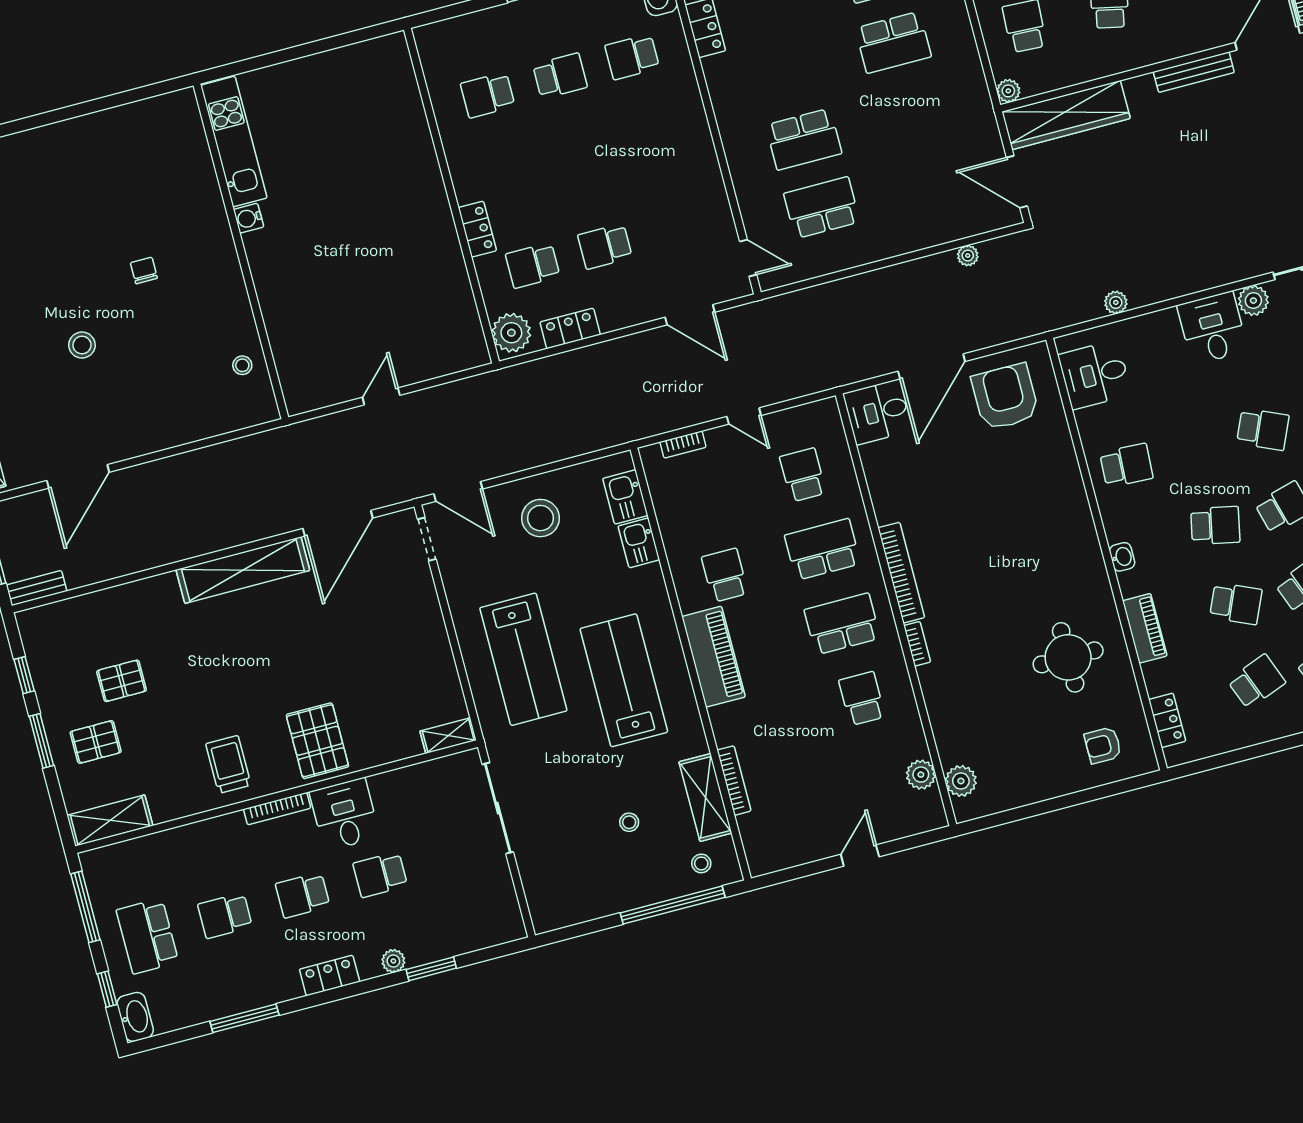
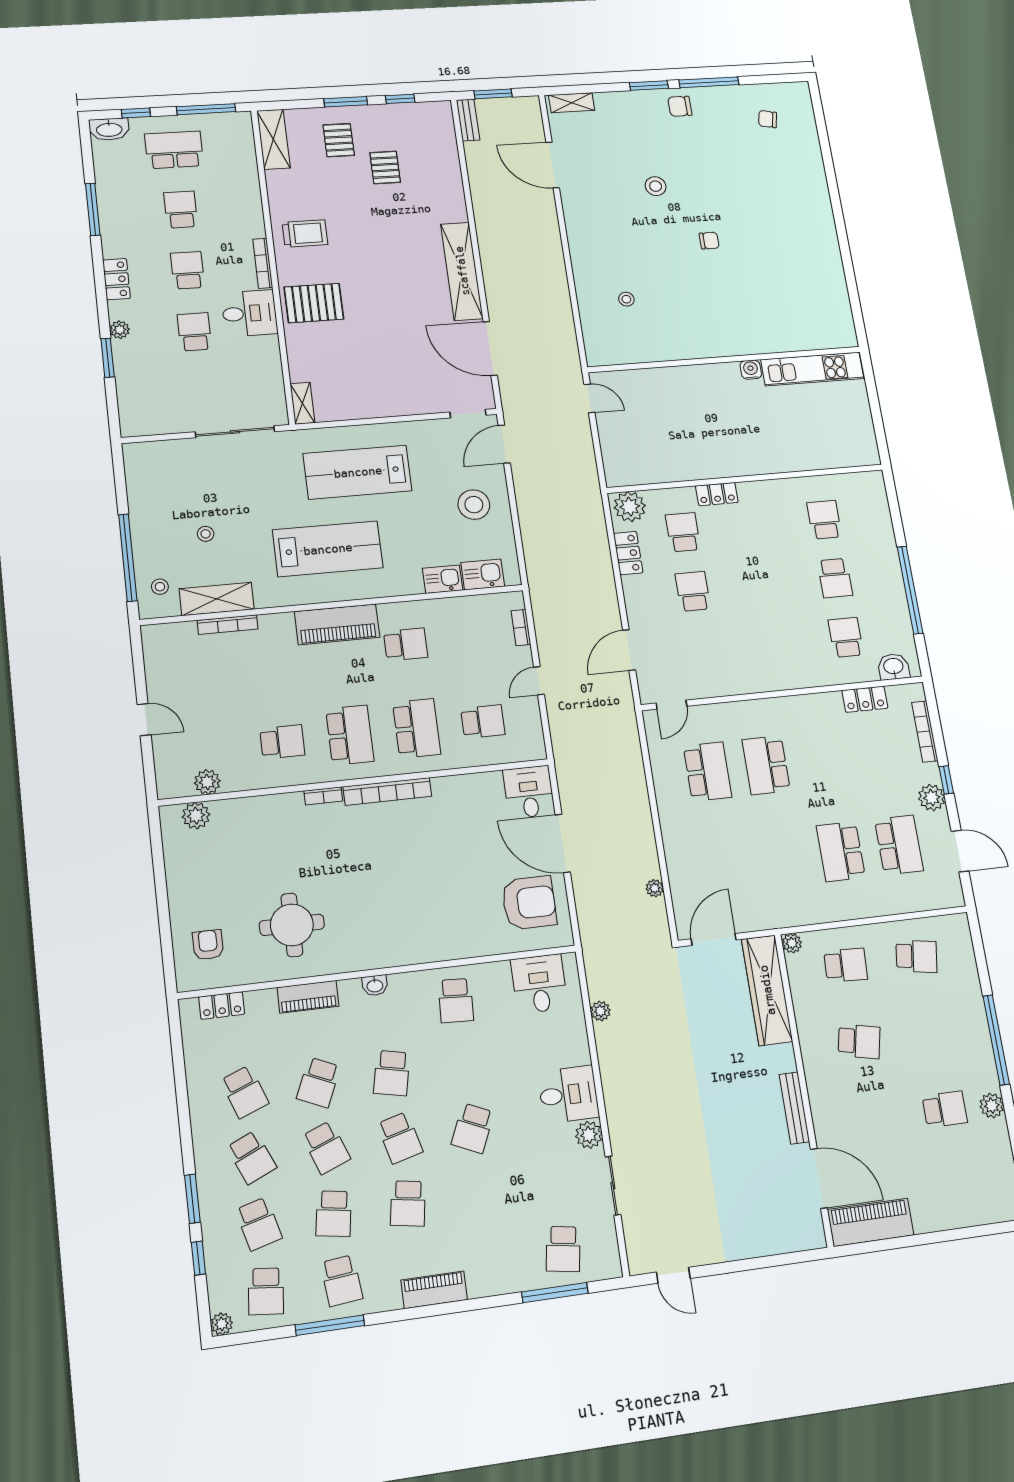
kitchen unit: (234, 142) -> (812, 369), moved
water cooler: (249, 218) -> (751, 370), moved
wall: (241, 251) -> (725, 360), moved

